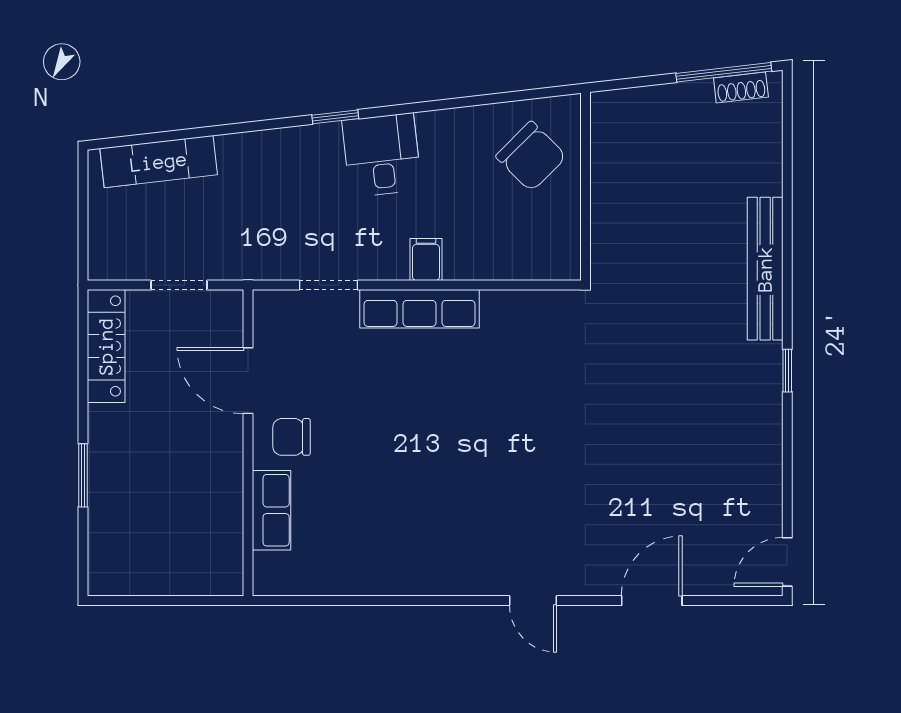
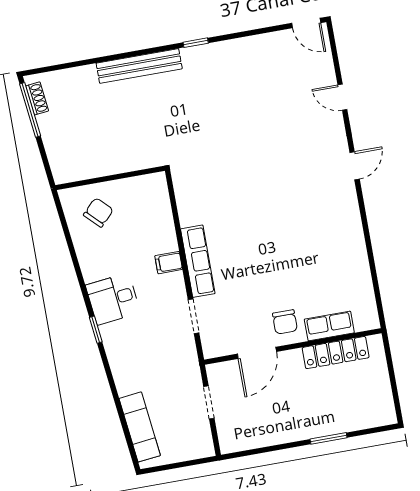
chair: (531, 156) -> (98, 212), width x0.73, depth x0.73
locker: (106, 346) -> (336, 353), moved, turned 180
door: (652, 601) -> (342, 97), width x0.73

